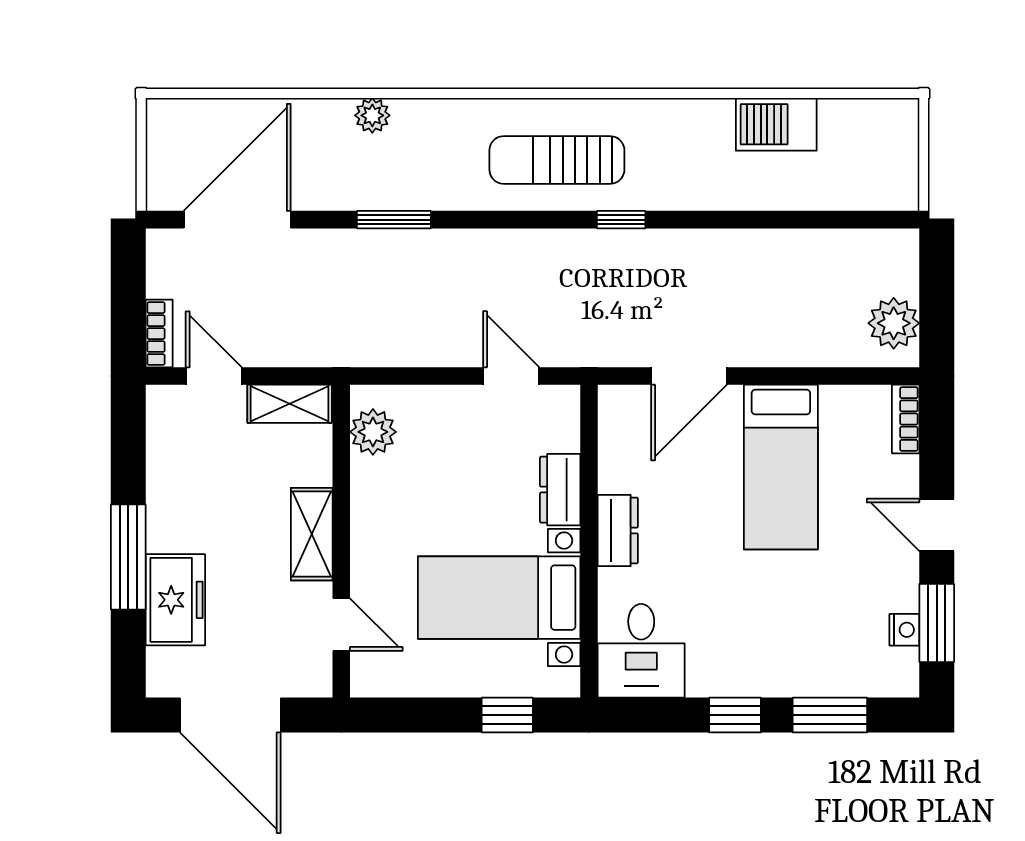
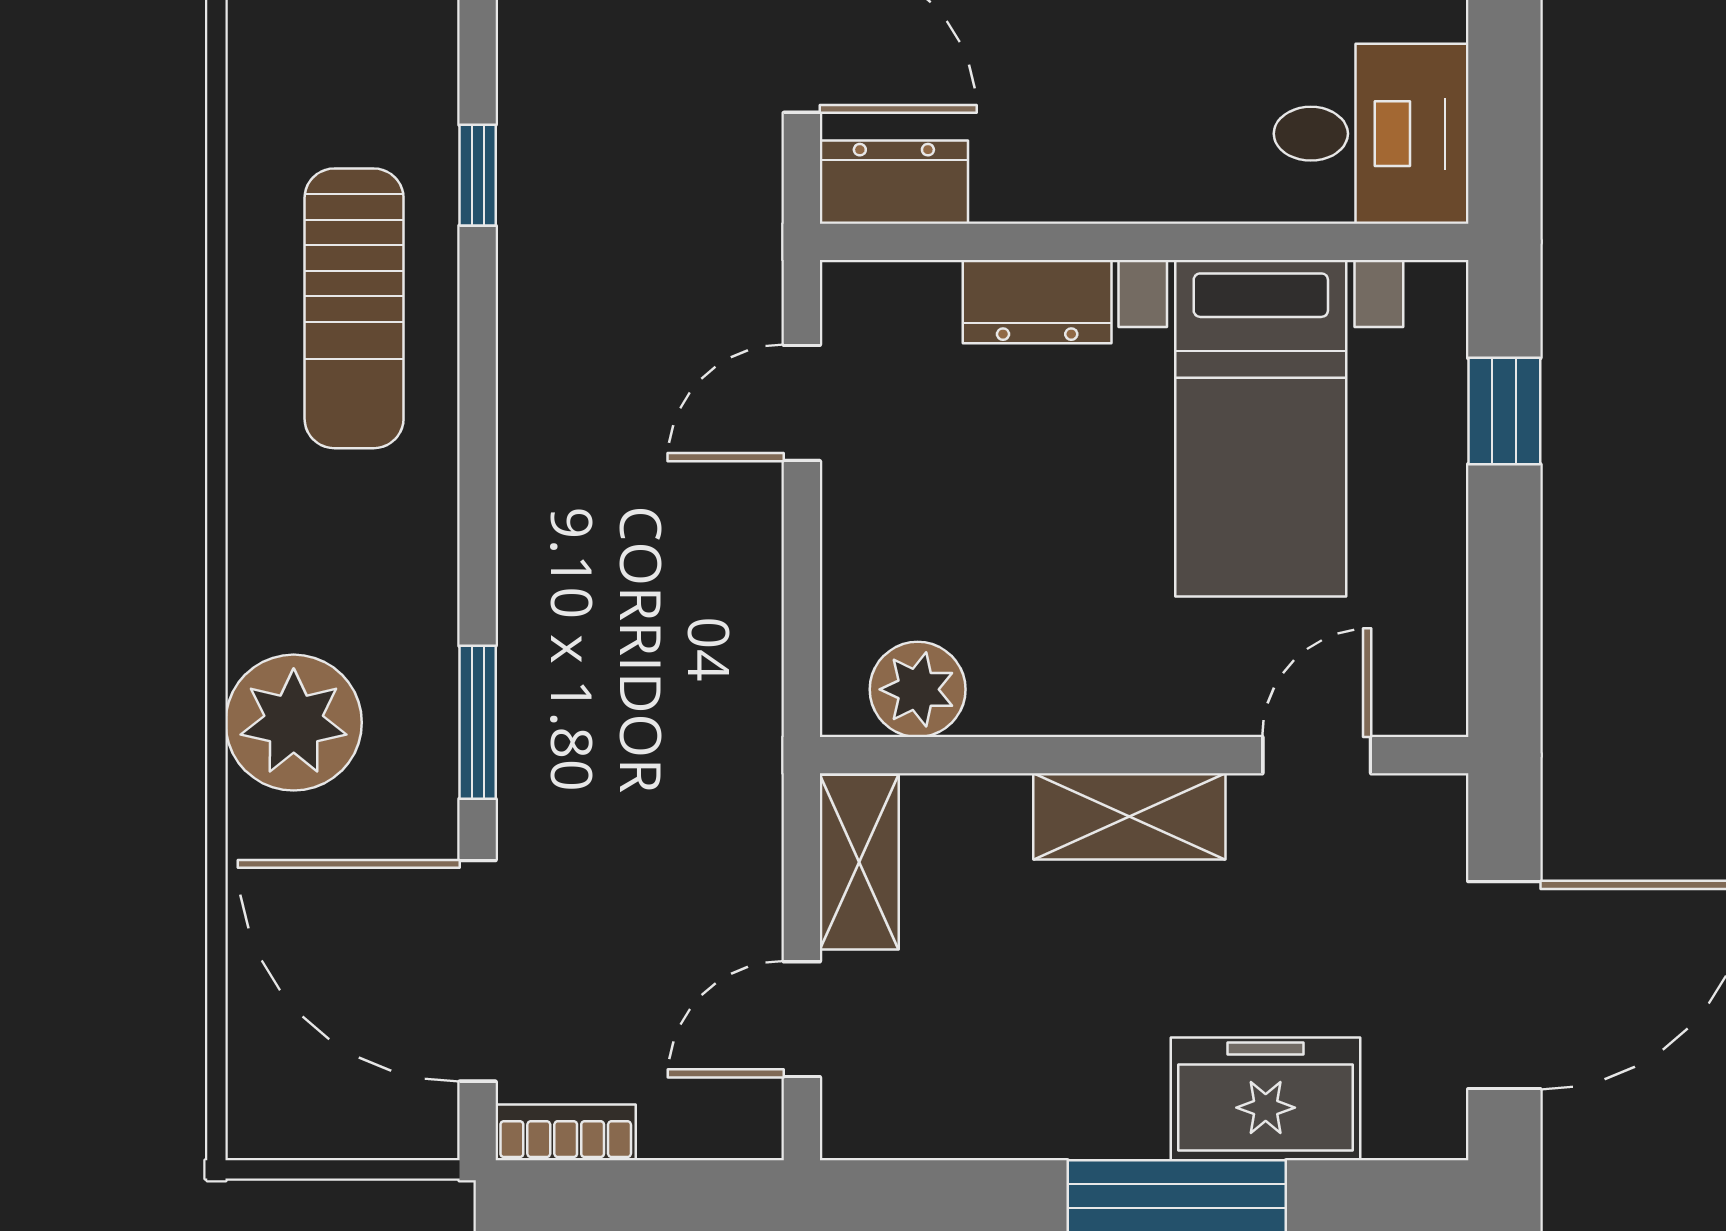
plant: (372, 115) -> (294, 723), width x1.87, depth x1.87
window: (394, 220) -> (478, 722), moved
bookcase: (159, 334) -> (566, 1132), moved
dresser: (618, 530) -> (894, 182), moved

